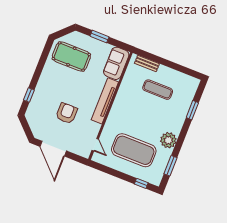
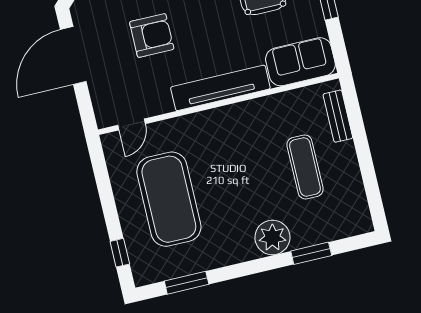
plant: (168, 140) -> (272, 237), moved

